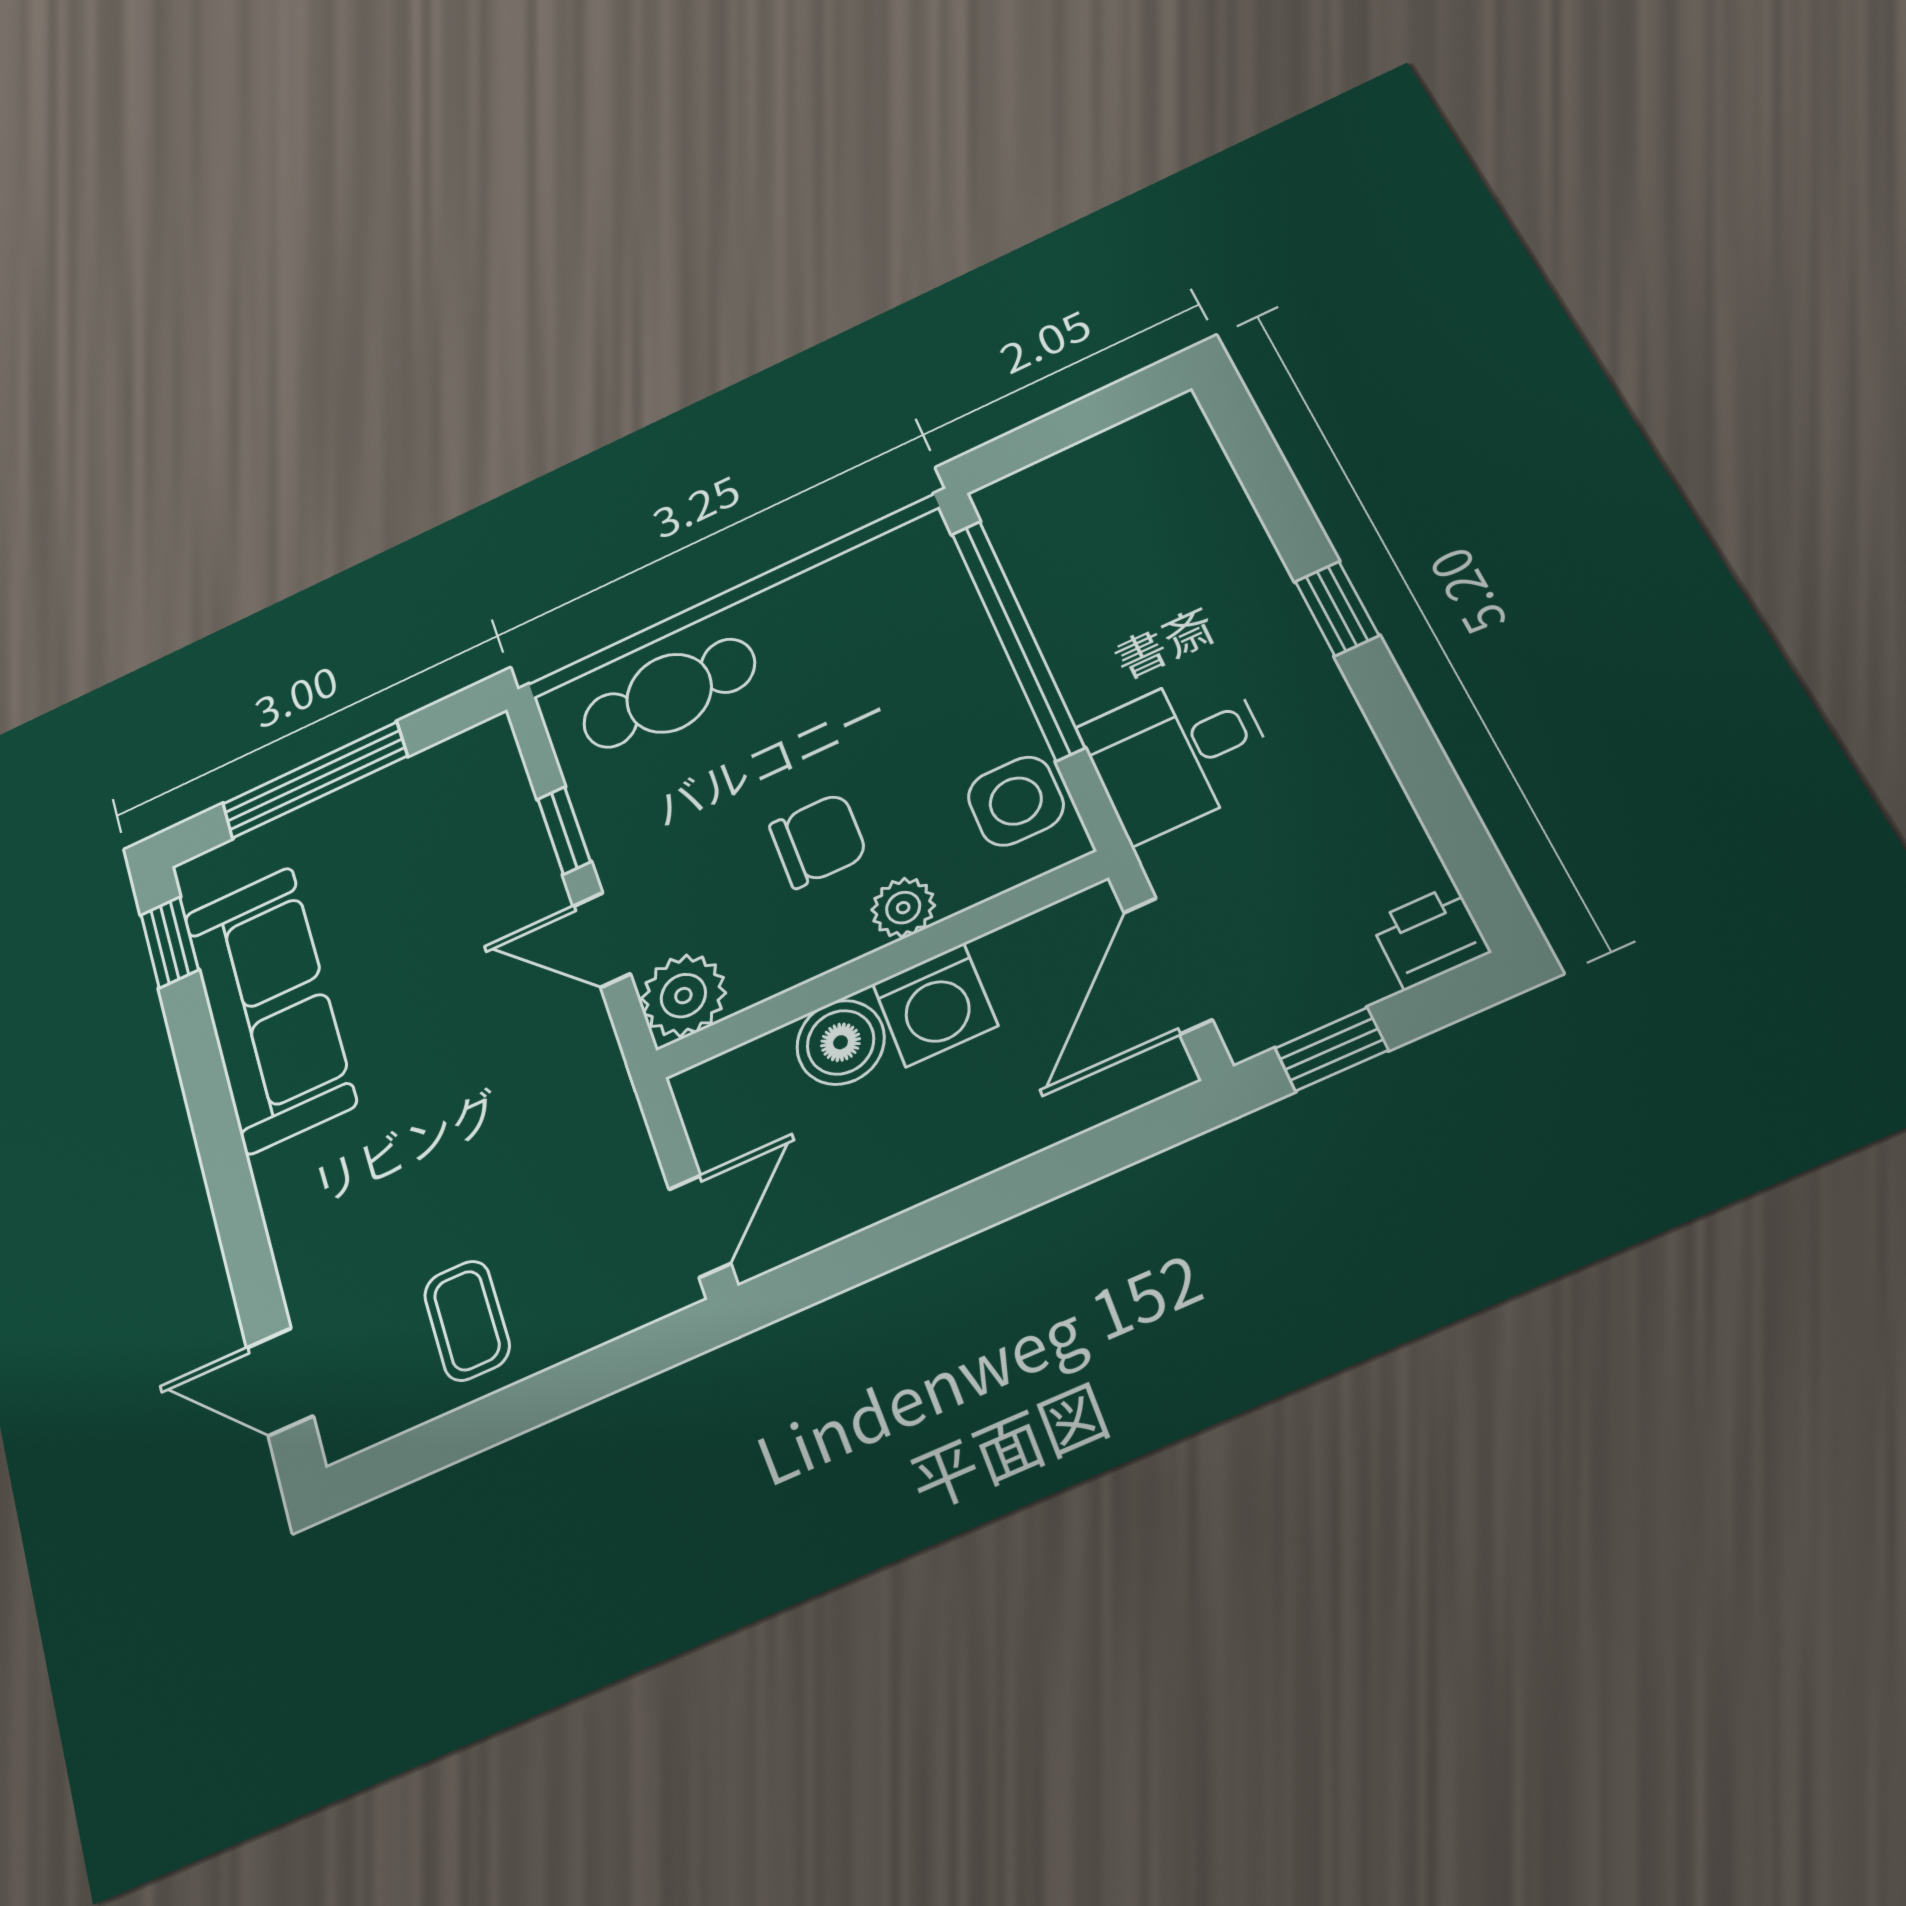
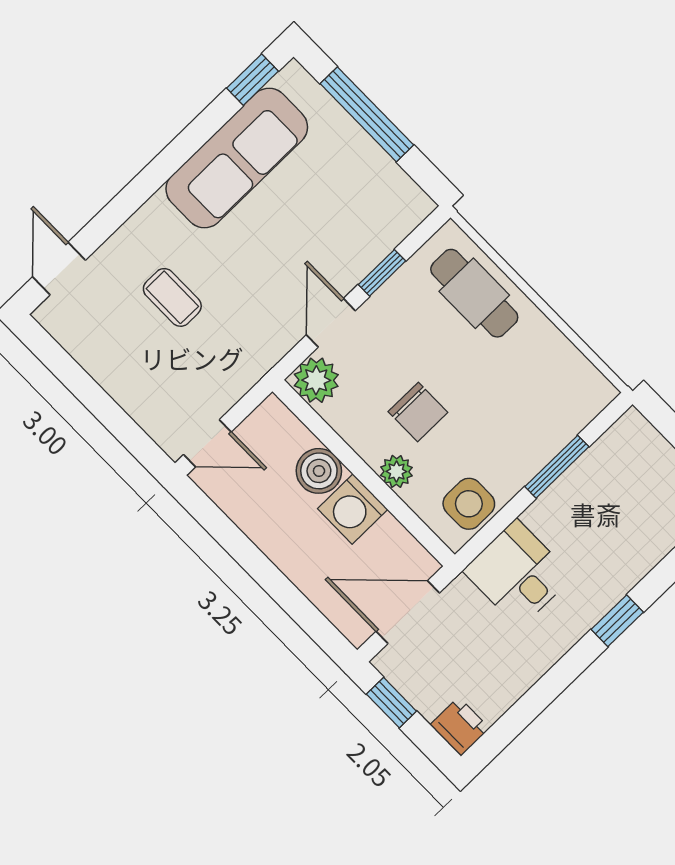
window: (1017, 639) -> (557, 467), width x0.47
coffee table: (467, 1321) -> (172, 297), moved, turned 90

